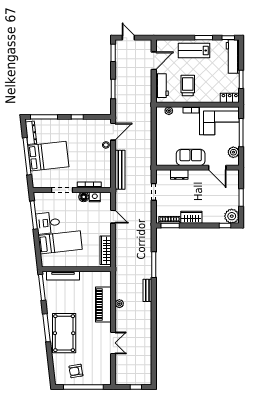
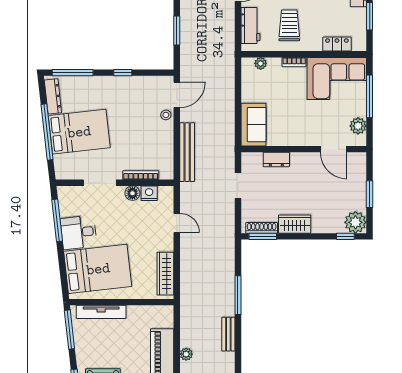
locker: (230, 98) -> (337, 44), moved
sofa: (191, 157) -> (253, 125), moved, turned 90
bed: (60, 242) -> (98, 269), width x1.50

